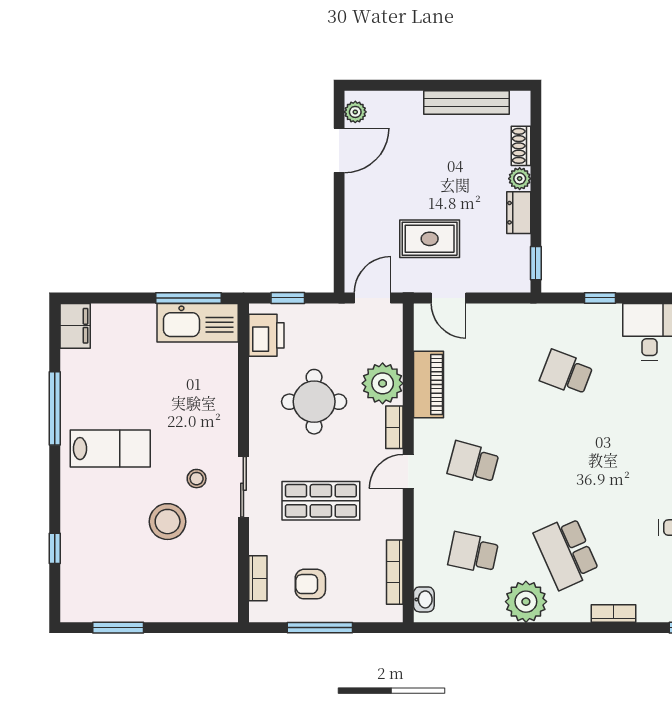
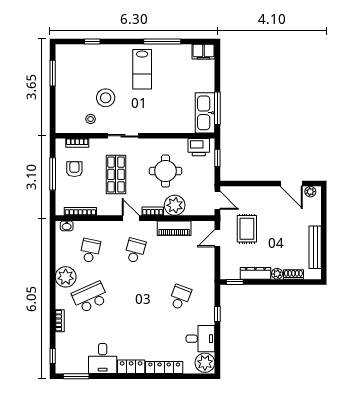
dresser: (519, 213) -> (255, 273), width x1.44
stool: (197, 479) -> (91, 119), moved

